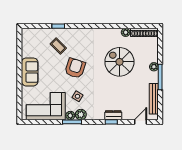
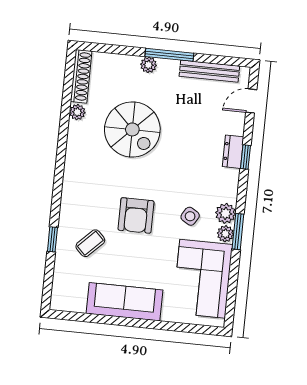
spiral stairs: (119, 62) -> (132, 129), turned -90
armchair: (75, 68) -> (136, 215), turned -108
sofa: (30, 72) -> (124, 302), width x1.36
door: (141, 122) -> (251, 101), hinge flipped

